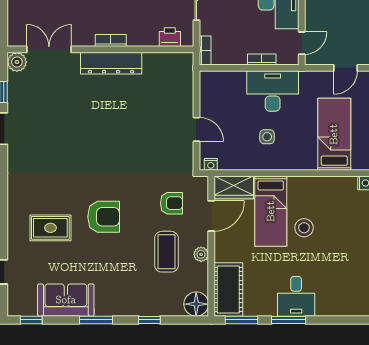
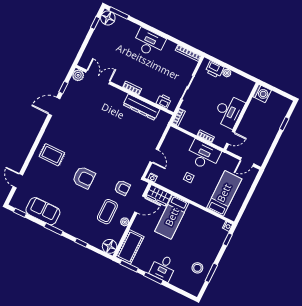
dresser: (111, 63) -> (141, 107), moved
rug: (50, 228) -> (52, 155), moved
stool: (304, 228) -> (197, 268), moved

